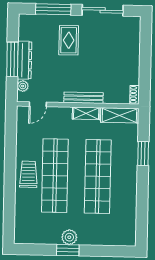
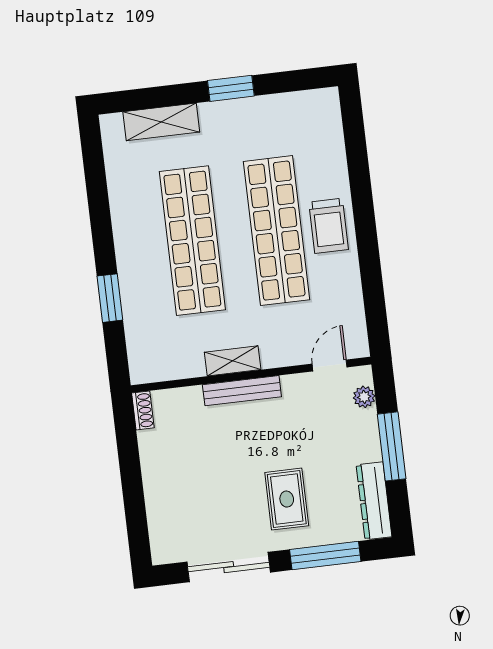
dresser: (24, 60) -> (374, 501), moved
shelving: (119, 115) -> (161, 122), moved
plant: (69, 237) -> (231, 114), removed

